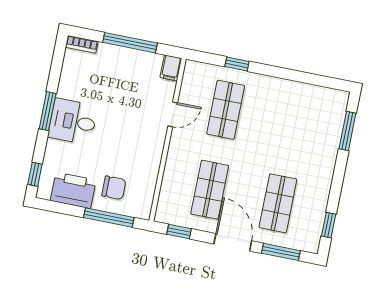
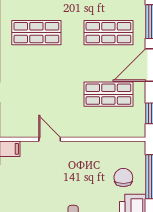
shop shelf: (226, 110) -> (36, 33), moved

